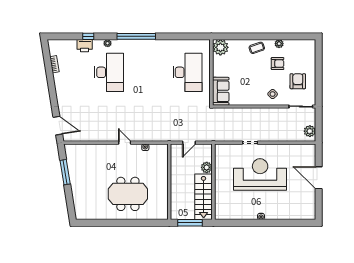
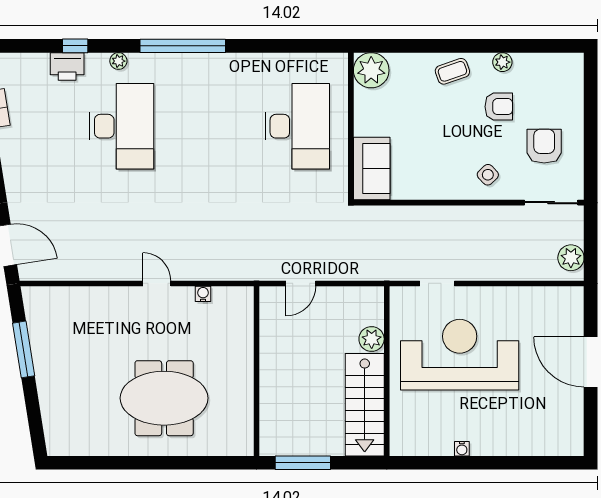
plant: (207, 167) -> (372, 339), moved
wall: (213, 182) -> (387, 371), moved
stairs: (204, 197) -> (365, 405), moved

